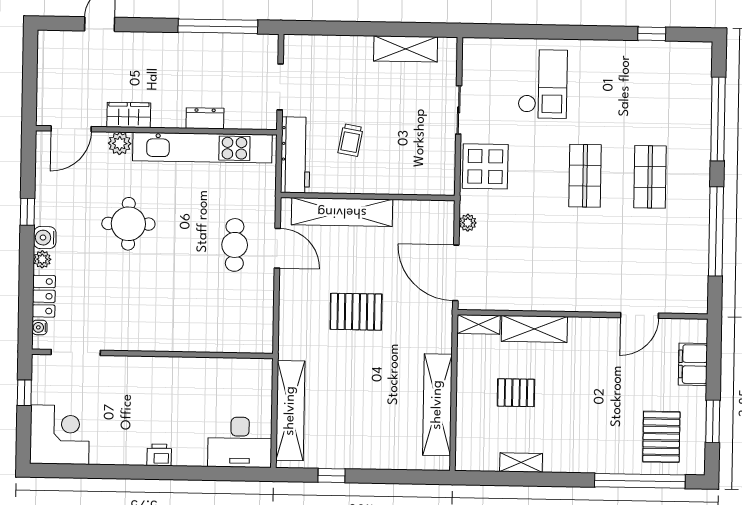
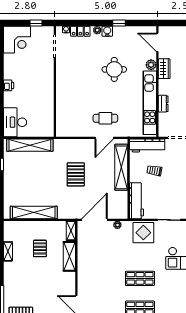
workbench: (416, 180) -> (136, 201), added

